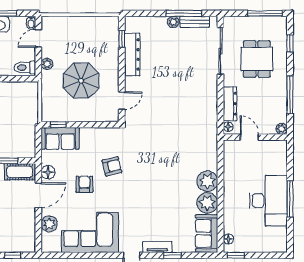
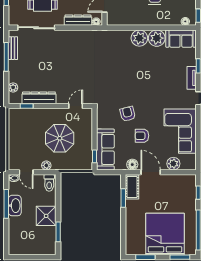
plant: (173, 22) -> (13, 87), moved
door: (122, 101) -> (76, 106), hinge flipped
sofa: (60, 138) -> (105, 149), width x1.36

